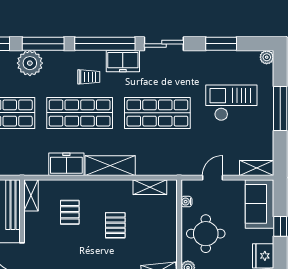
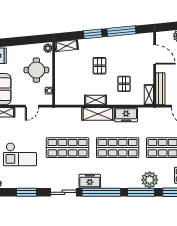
trolley: (89, 77) -> (112, 171), removed
shelving: (150, 187) -> (95, 100), moved
pallet: (115, 225) -> (99, 66), moved

